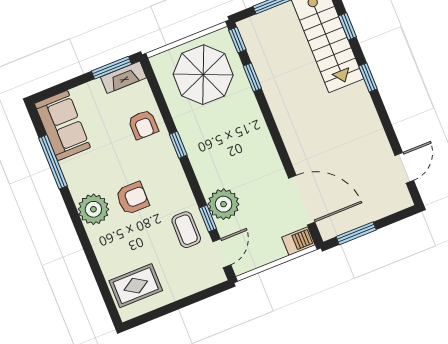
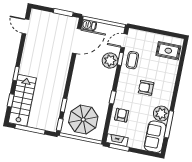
door: (404, 168) -> (26, 26), hinge flipped
door: (302, 200) -> (77, 41), swing flipped
plant: (93, 209) -> (161, 114), moved

